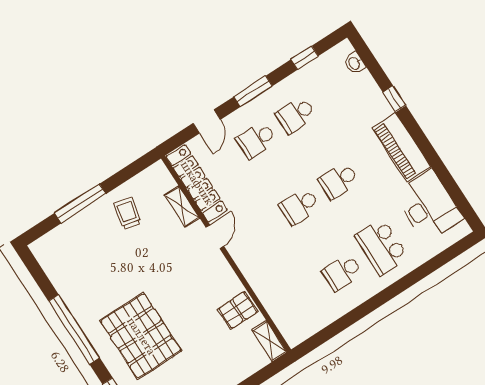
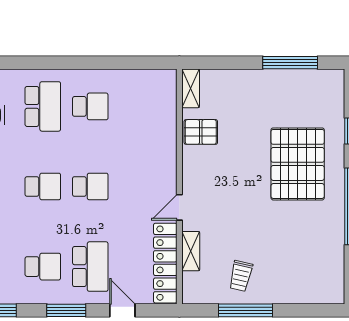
door: (207, 121) -> (122, 310), hinge flipped
school desk: (257, 140) -> (90, 267), width x1.85
window: (80, 203) -> (246, 310), moved

